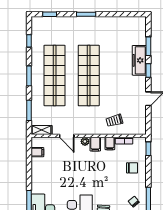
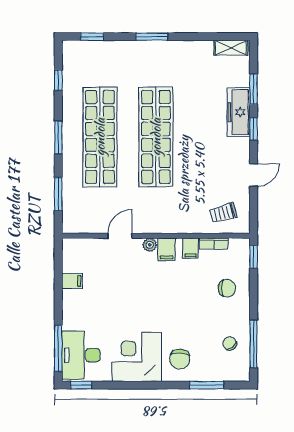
trolley: (114, 120) -> (223, 213), moved
shelving: (42, 130) -> (231, 48), moved
door: (67, 136) -> (120, 236), swing flipped
filing cabinet: (37, 152) -> (72, 281), moved

